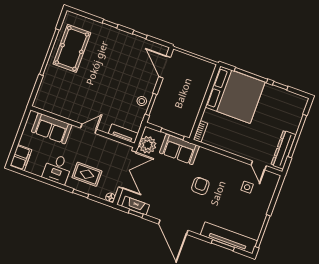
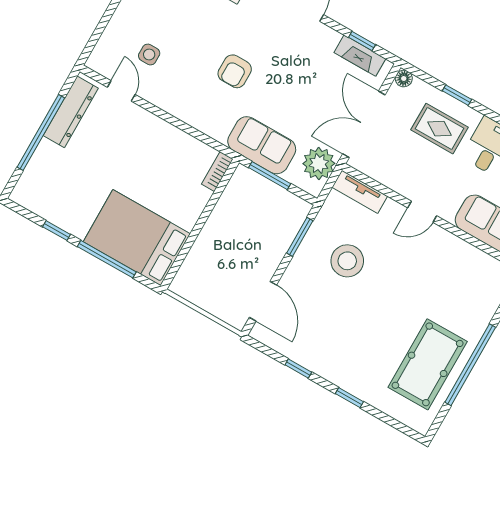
bed: (235, 95) -> (137, 238), width x0.73
stool: (142, 101) -> (347, 261), moved, width x1.89, depth x1.89

